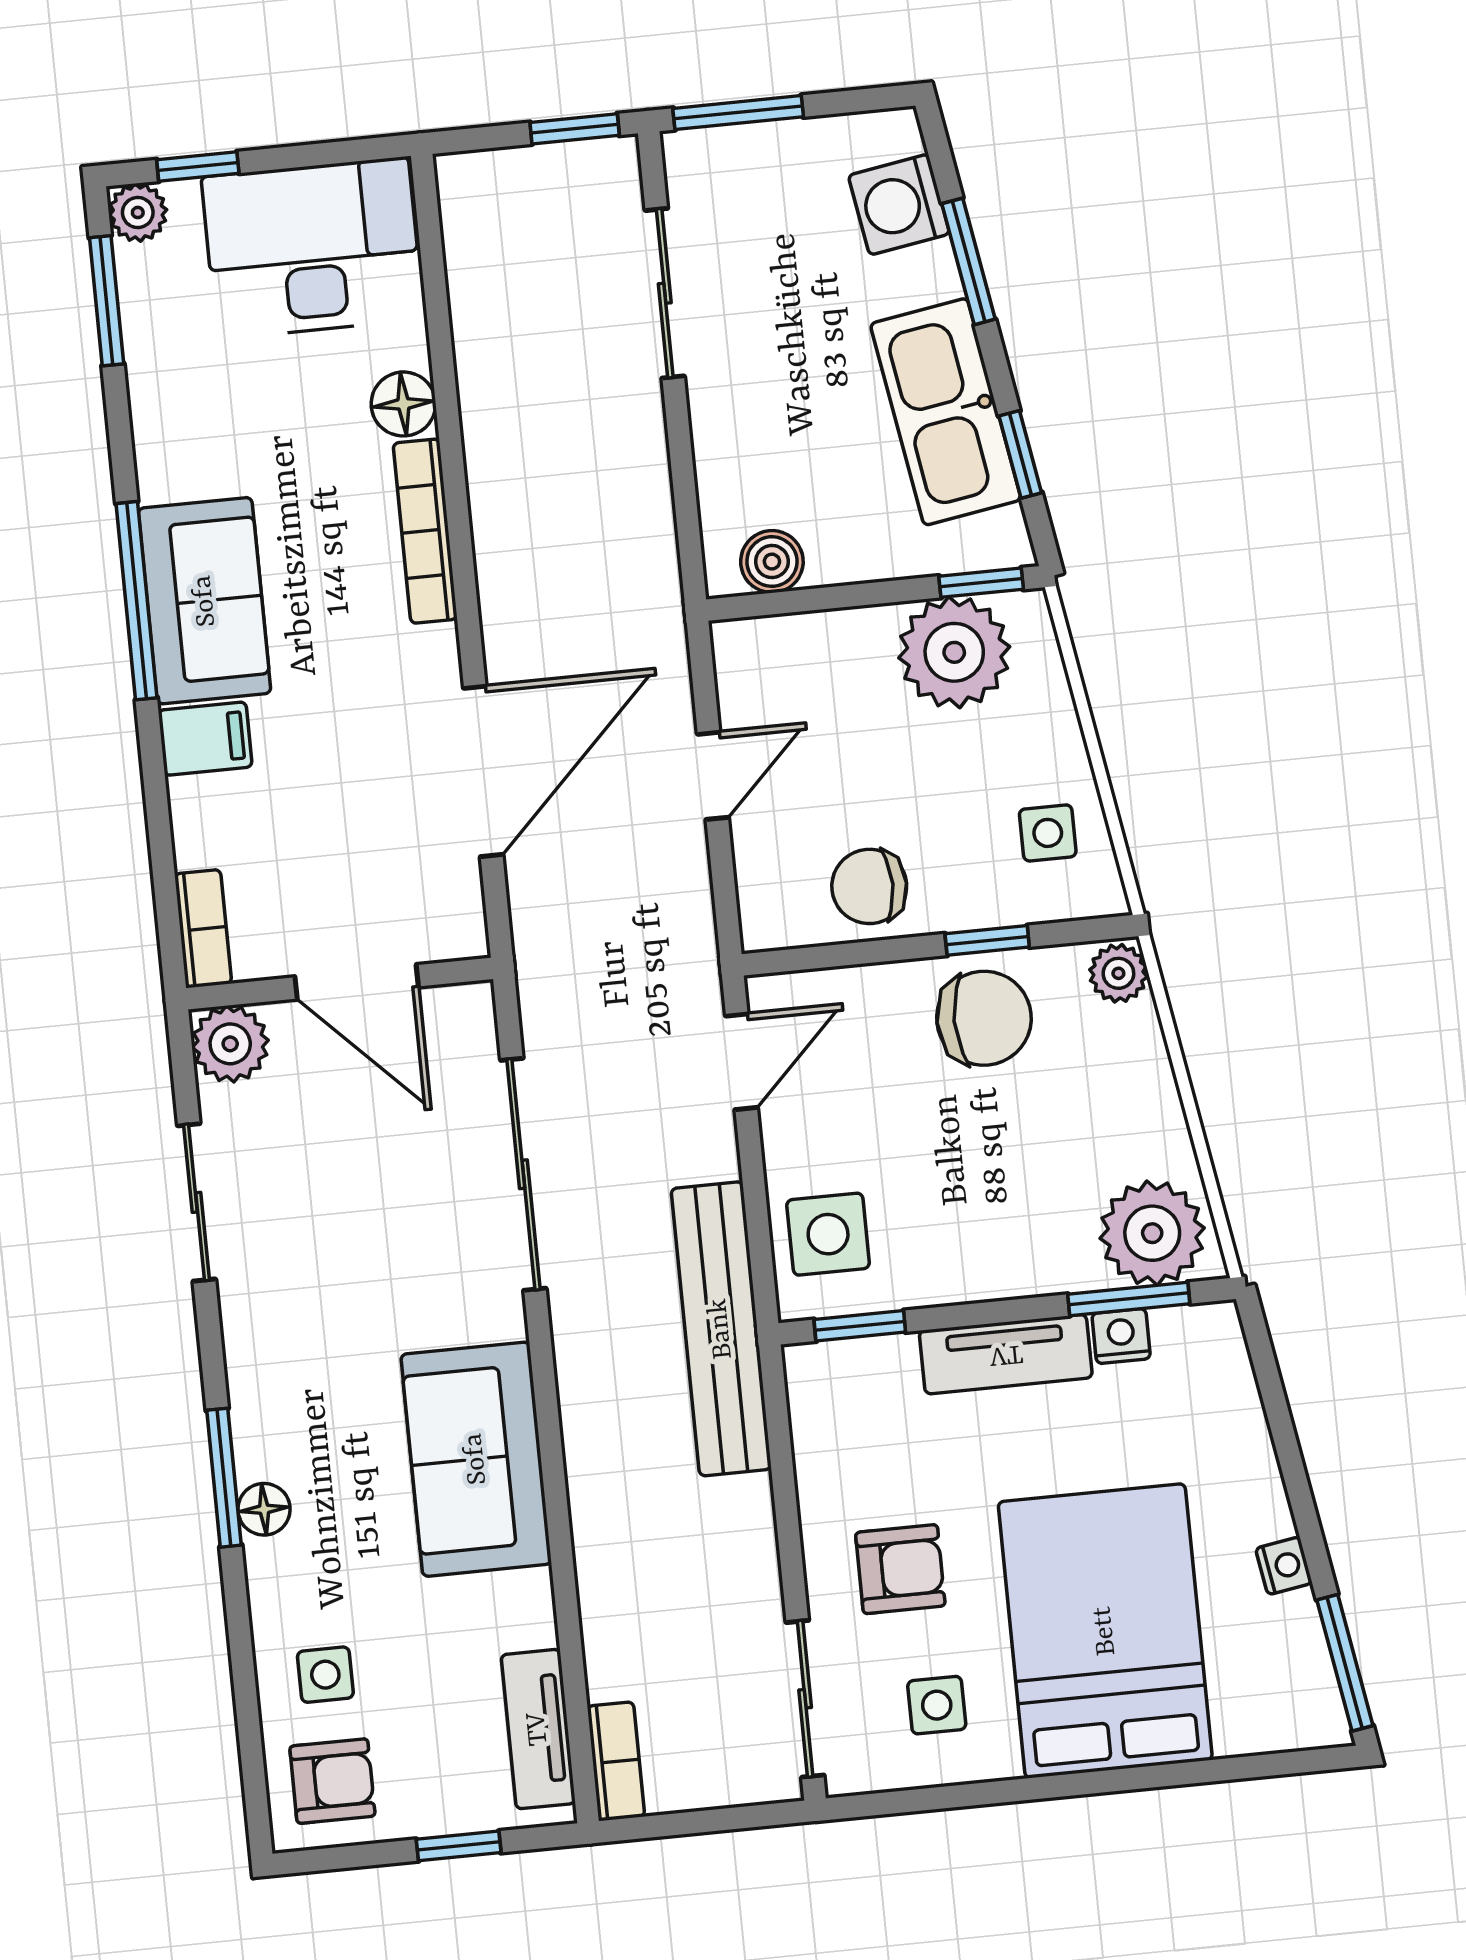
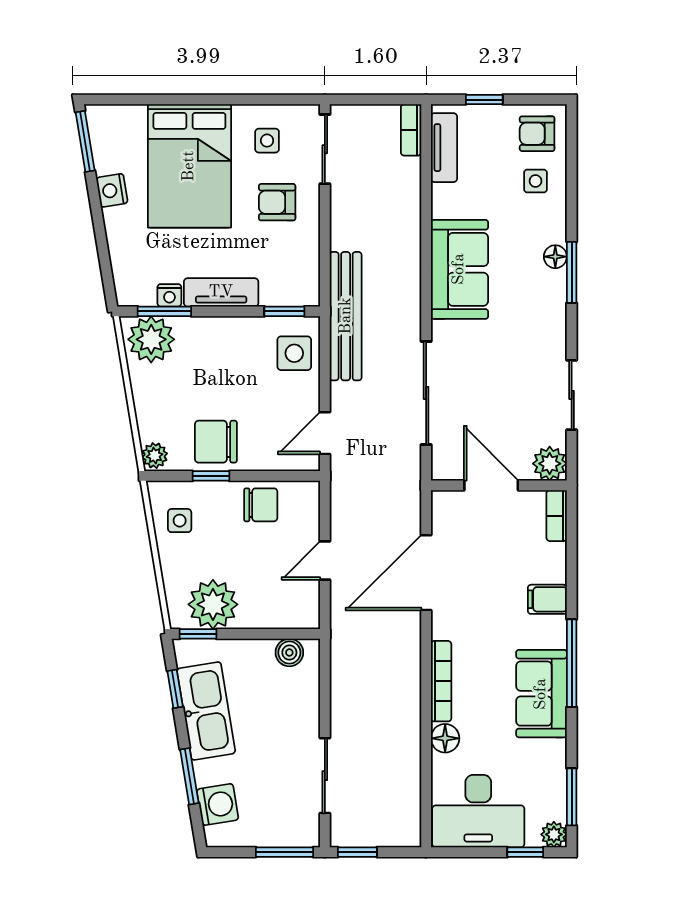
sofa: (205, 601) -> (541, 694), moved
nightstand: (1284, 1566) -> (112, 190), width x1.39, depth x1.35

